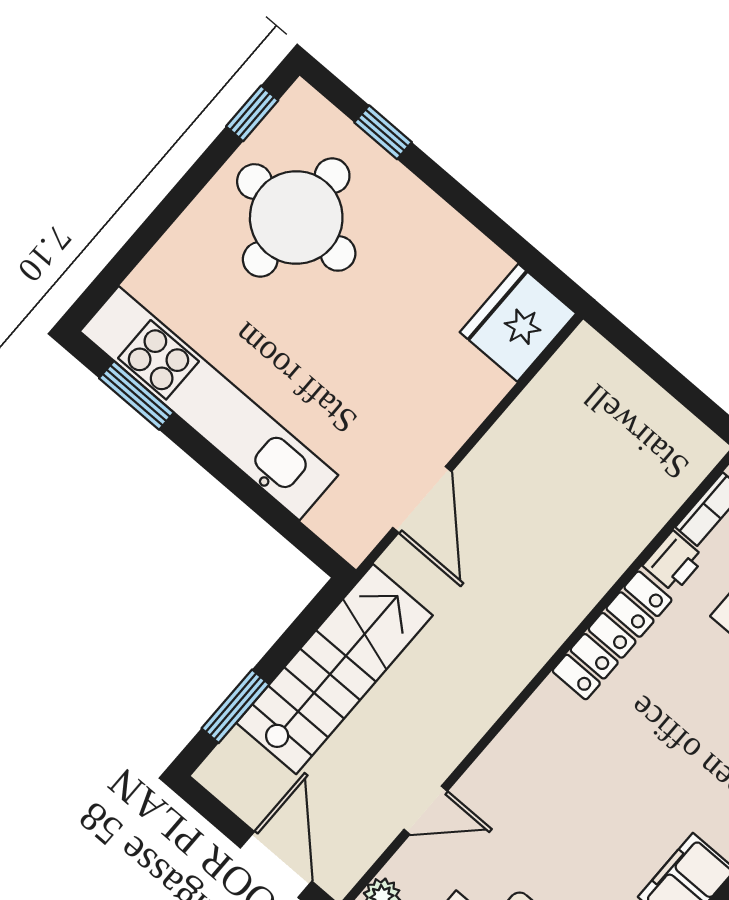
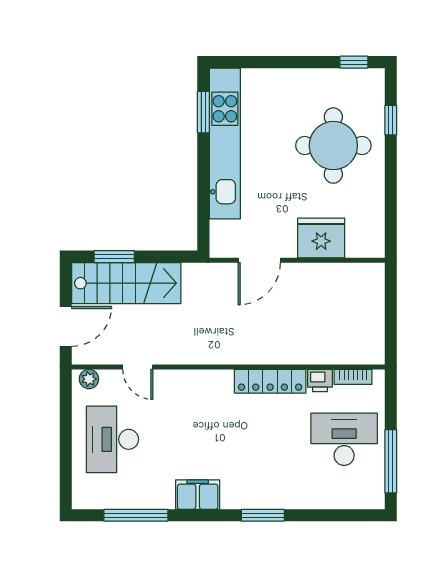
round table: (296, 217) -> (333, 146), moved
fridge: (518, 323) -> (321, 238), moved
stairs: (335, 669) -> (126, 283), moved

